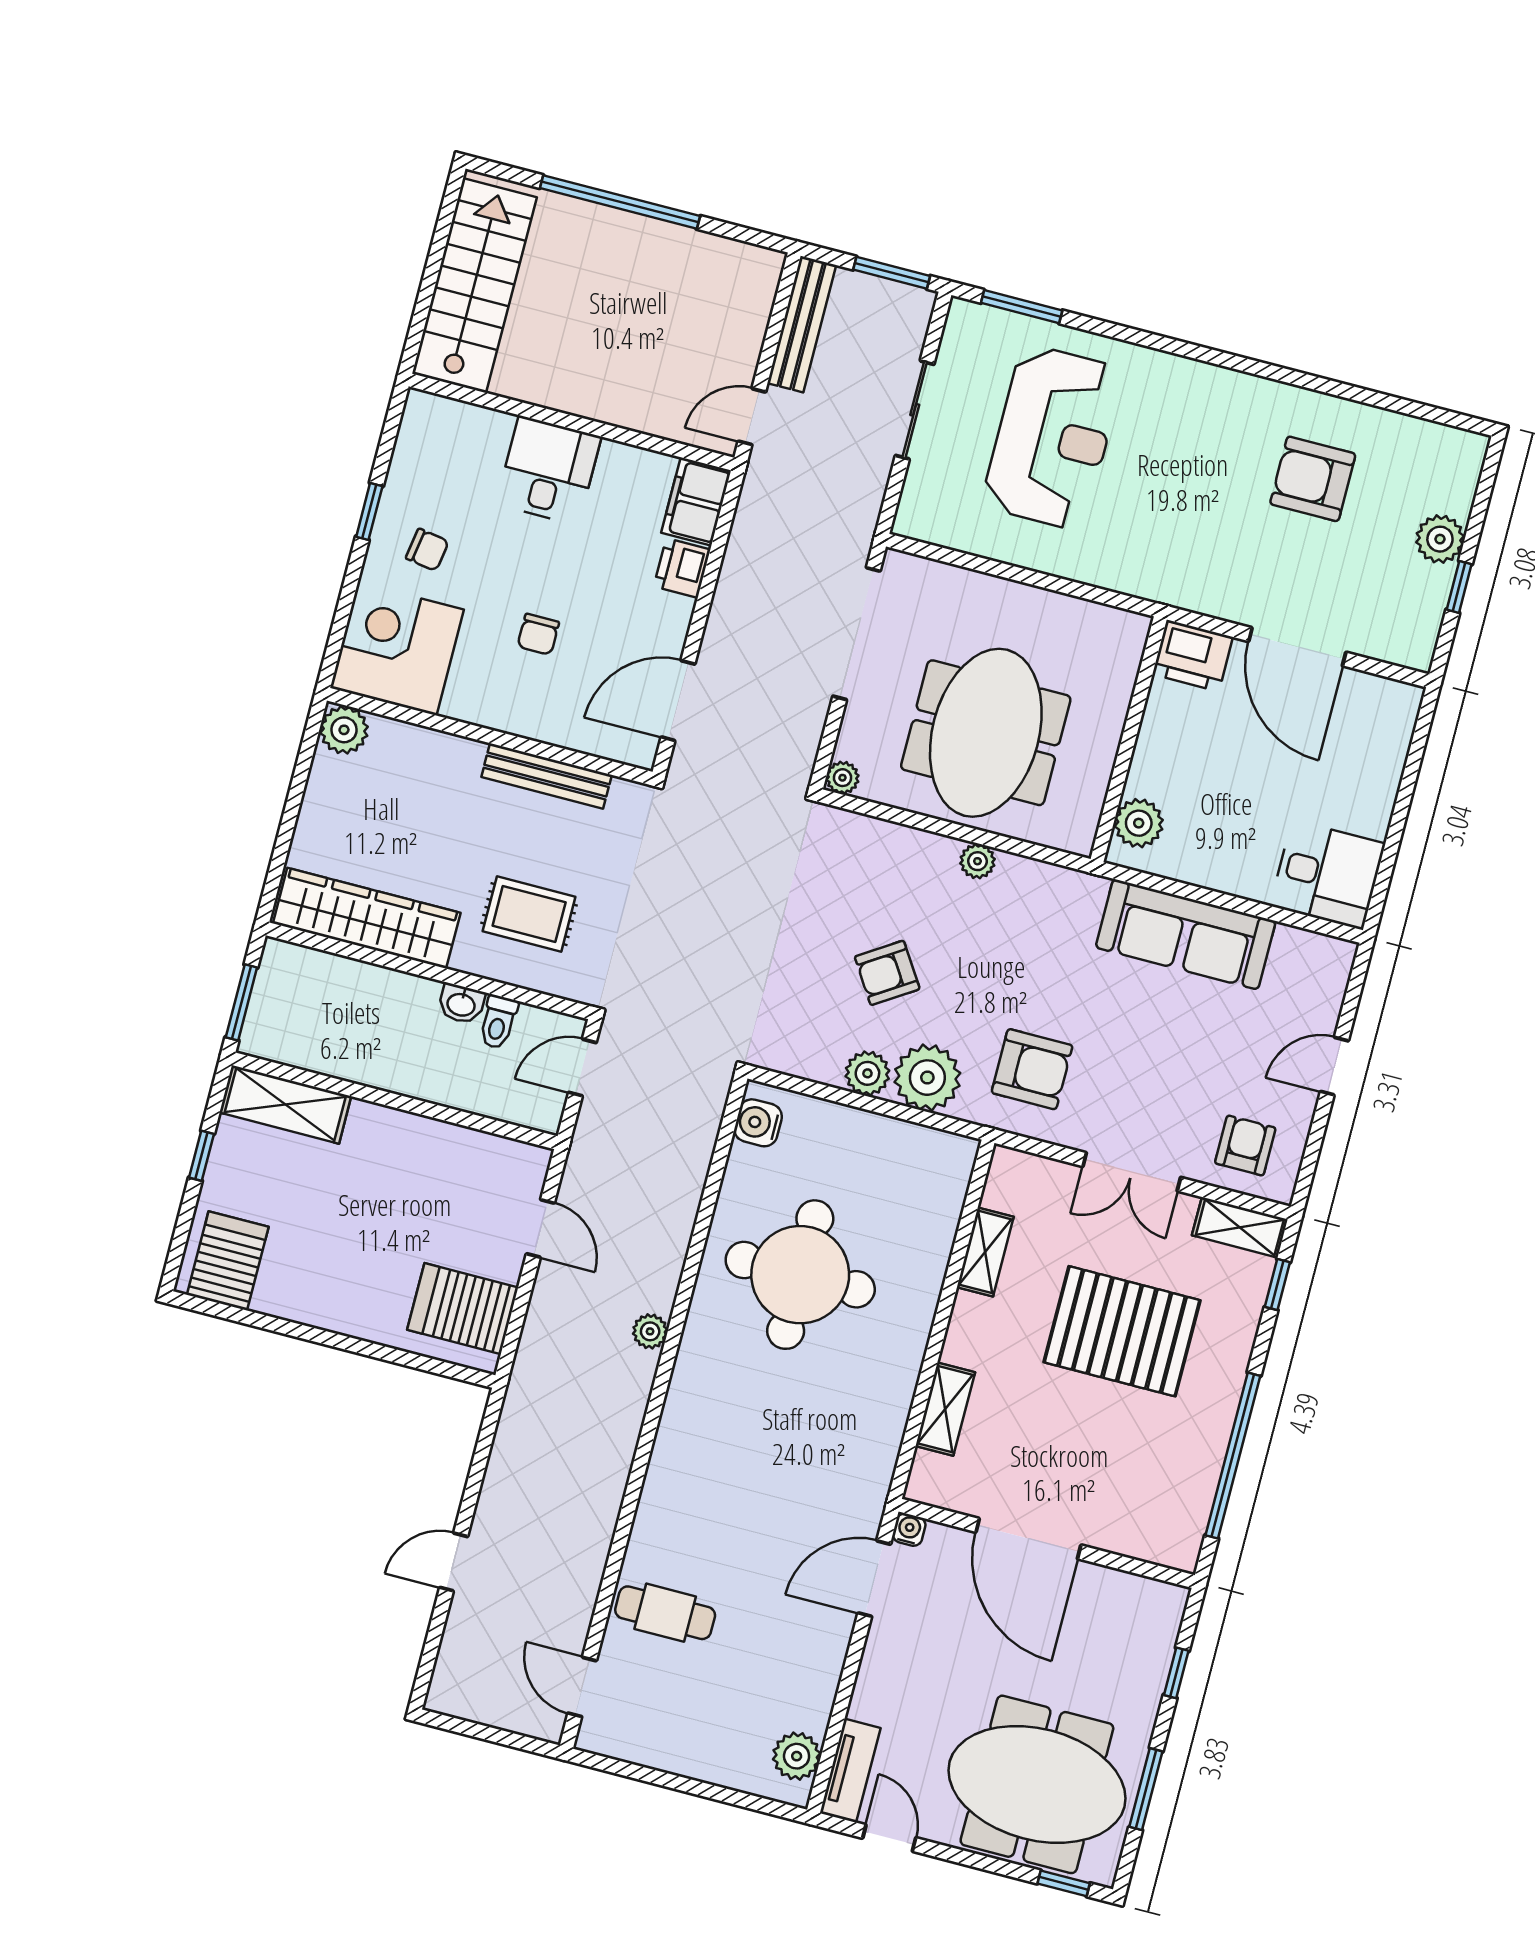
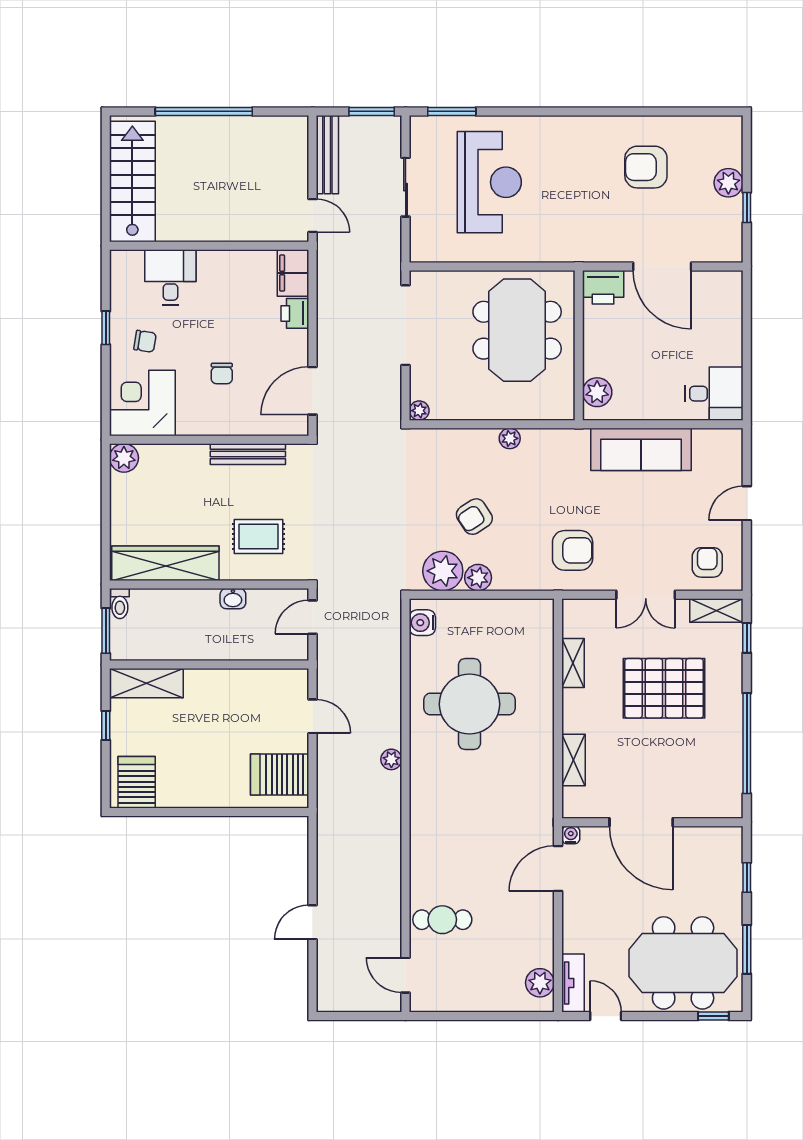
door: (752, 417) -> (312, 216), swing flipped
desk: (549, 470) -> (170, 277), moved
meeting table: (986, 733) -> (517, 330), moved
toilet: (498, 1022) -> (120, 603), moved
plant: (927, 1078) -> (443, 571), moved

